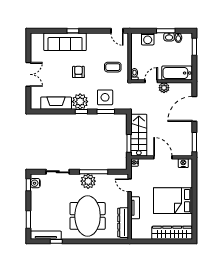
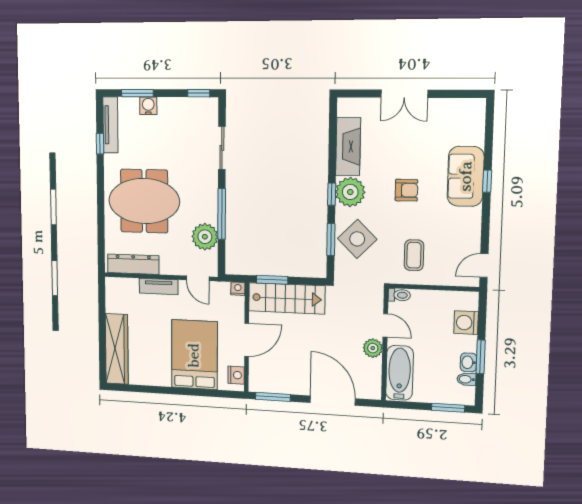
sofa: (65, 42) -> (466, 176), width x0.73
side table: (105, 97) -> (357, 239), turned 45
plant: (88, 181) -> (205, 237), moved
water cooler: (35, 183) -> (148, 106), moved
door: (130, 185) -> (198, 278), swing flipped
bed: (173, 201) -> (194, 355), moved

